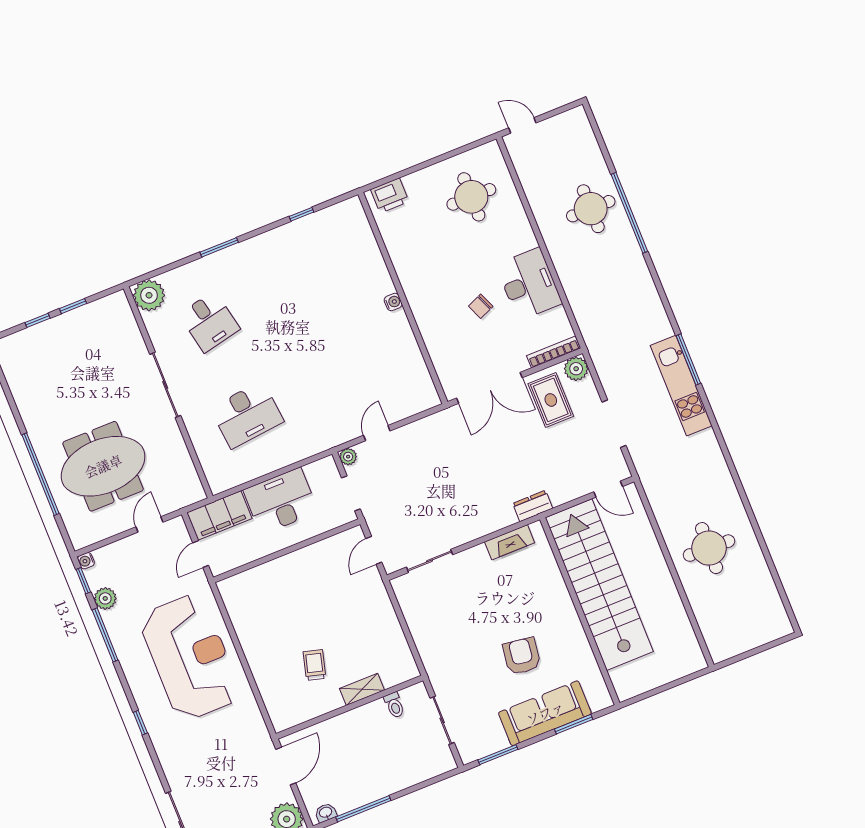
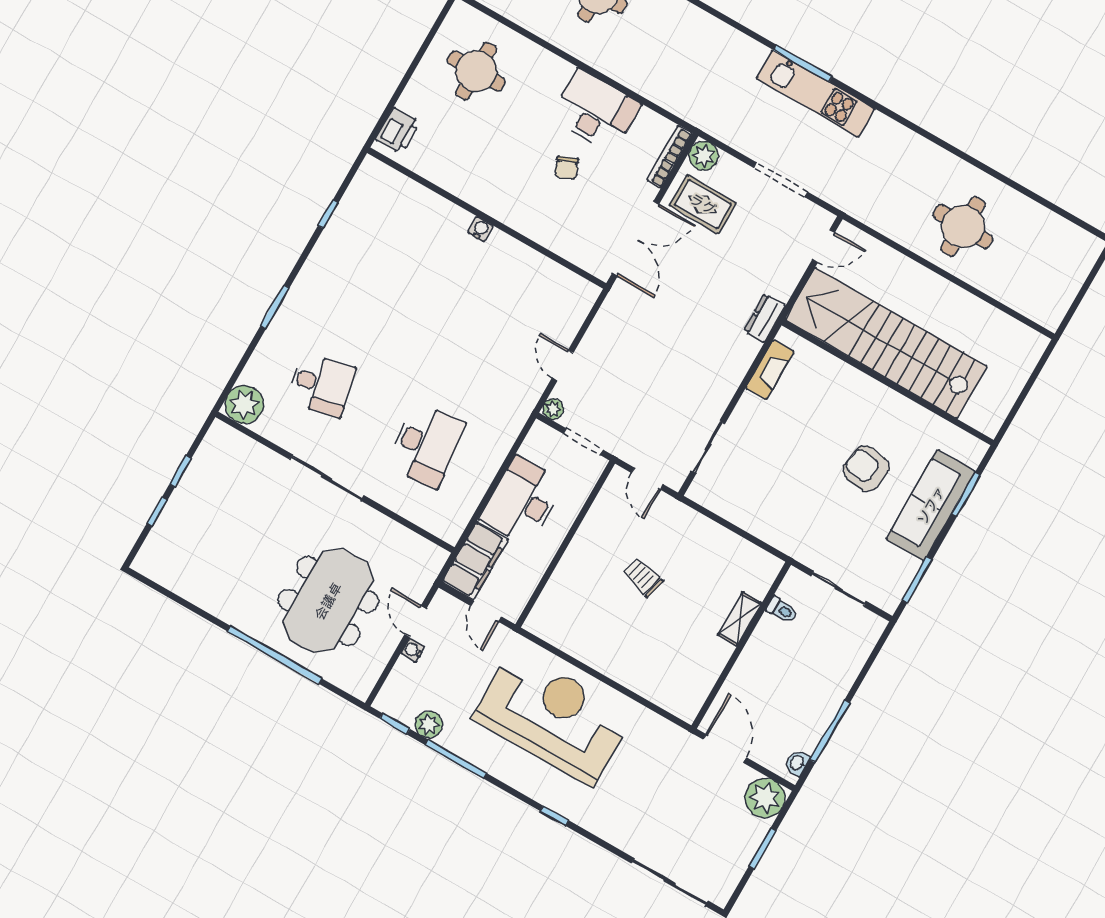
water cooler: (86, 561) -> (413, 650), moved, turned 90
trolley: (314, 665) -> (643, 577), moved

